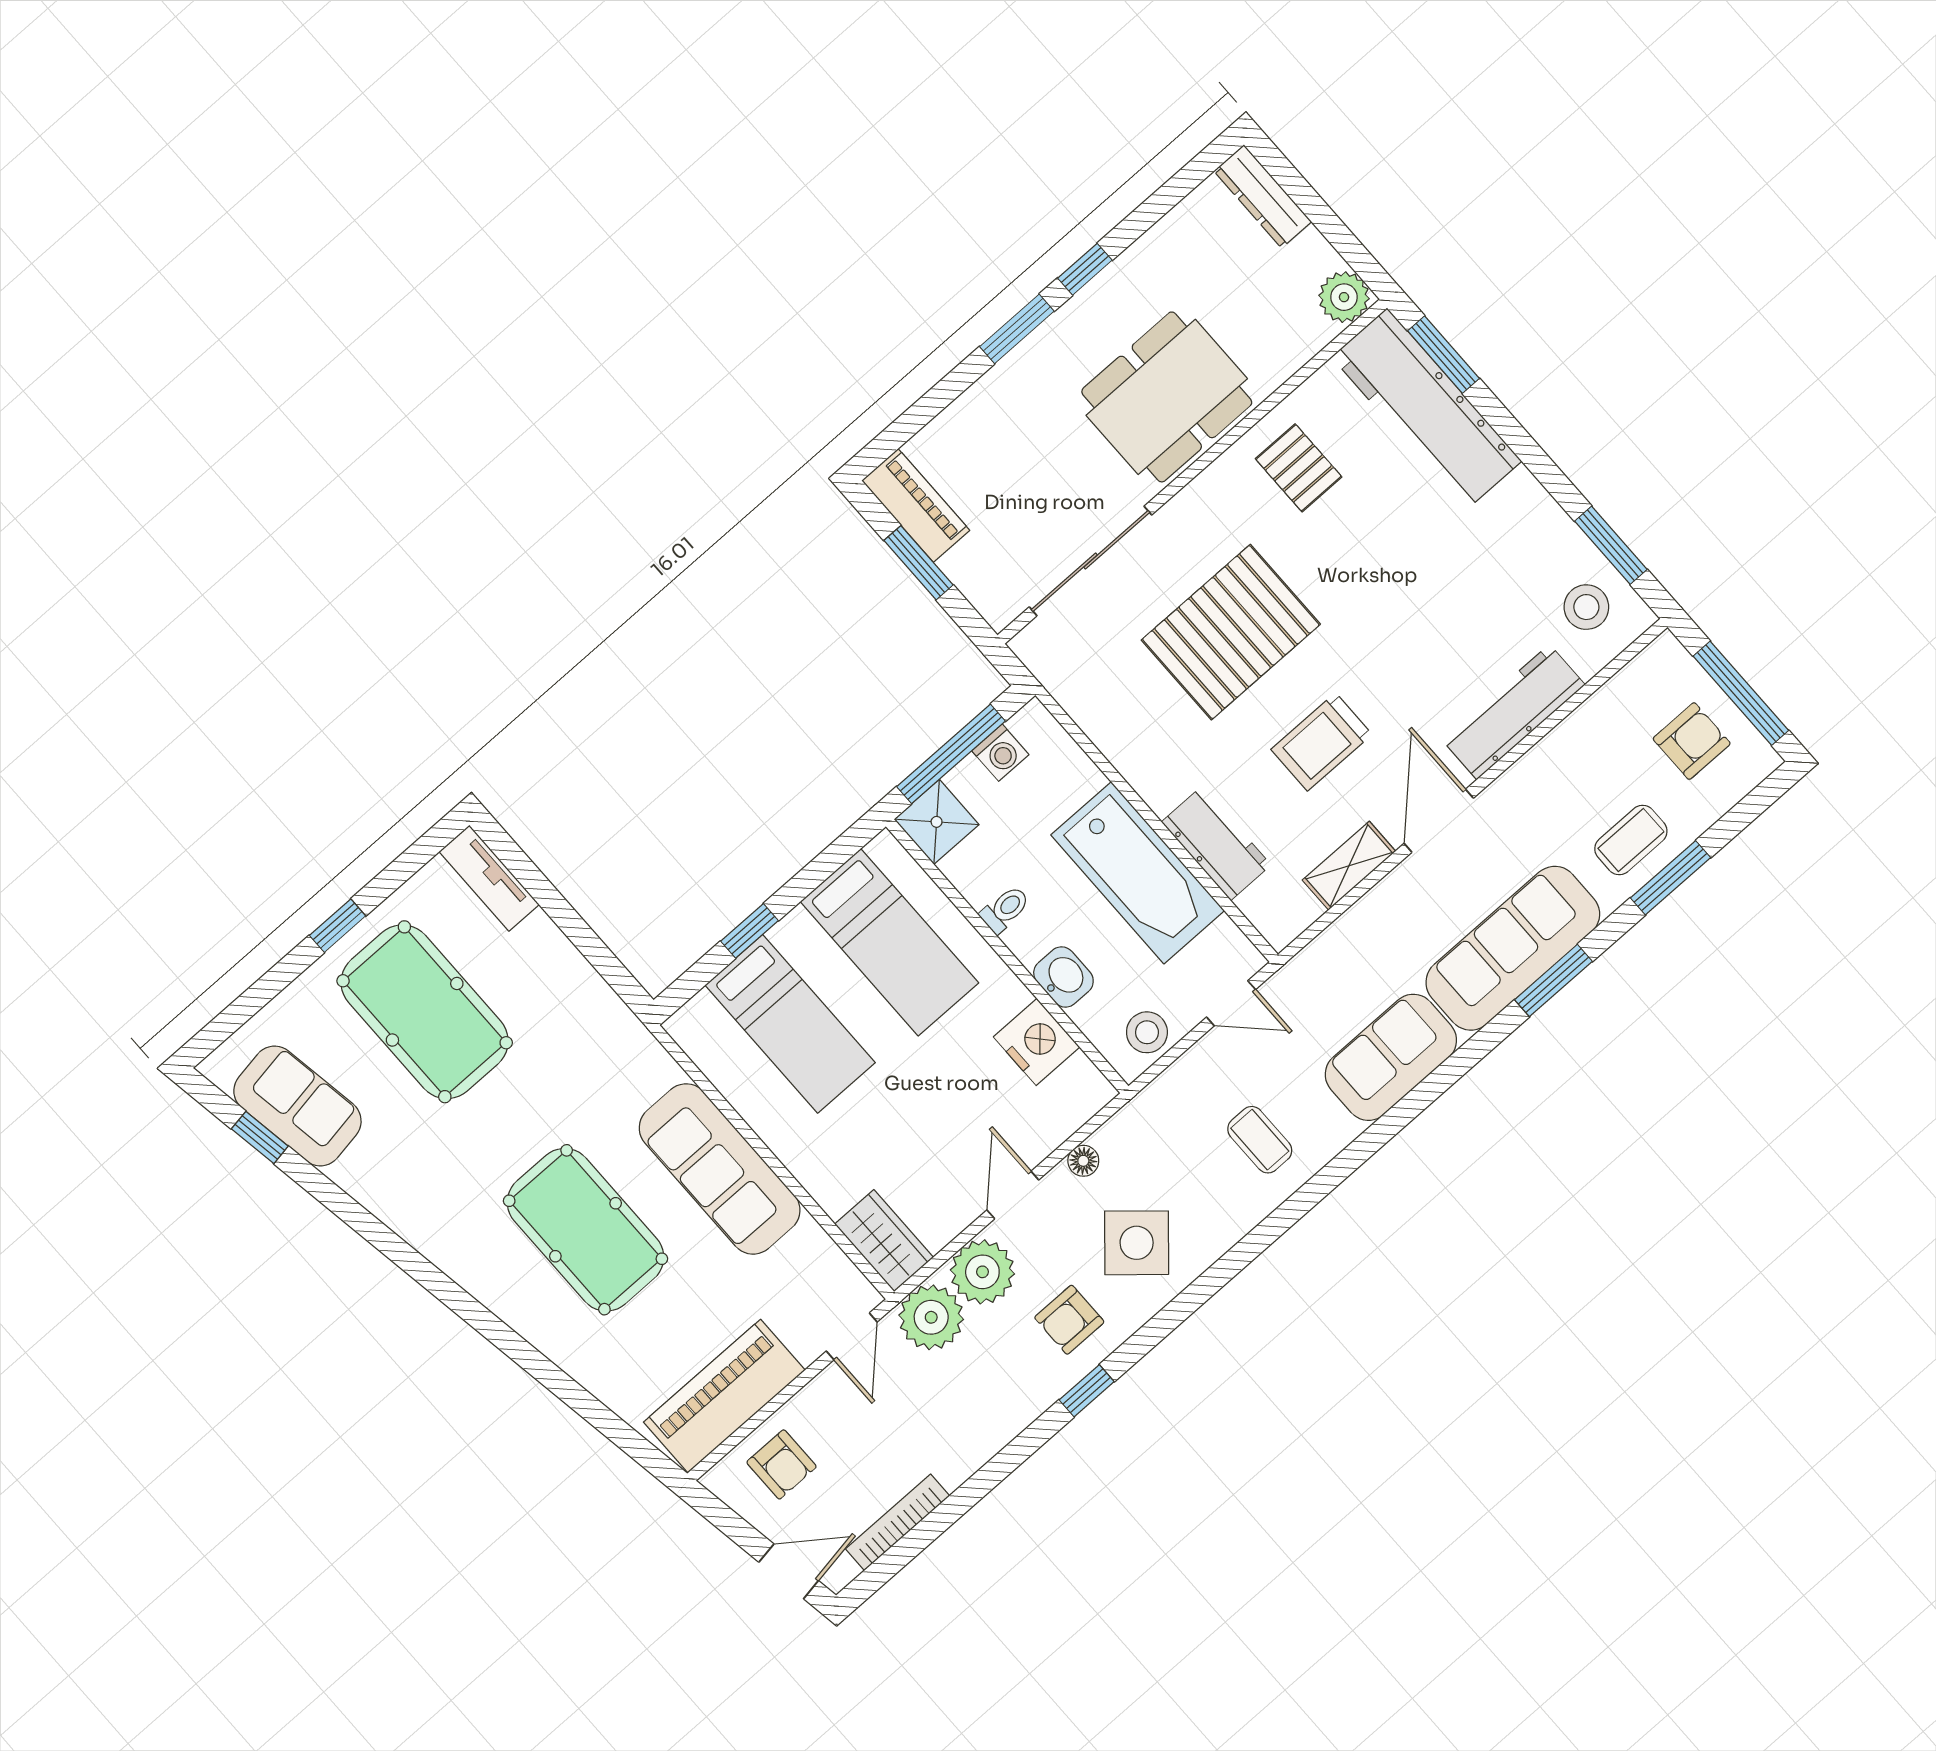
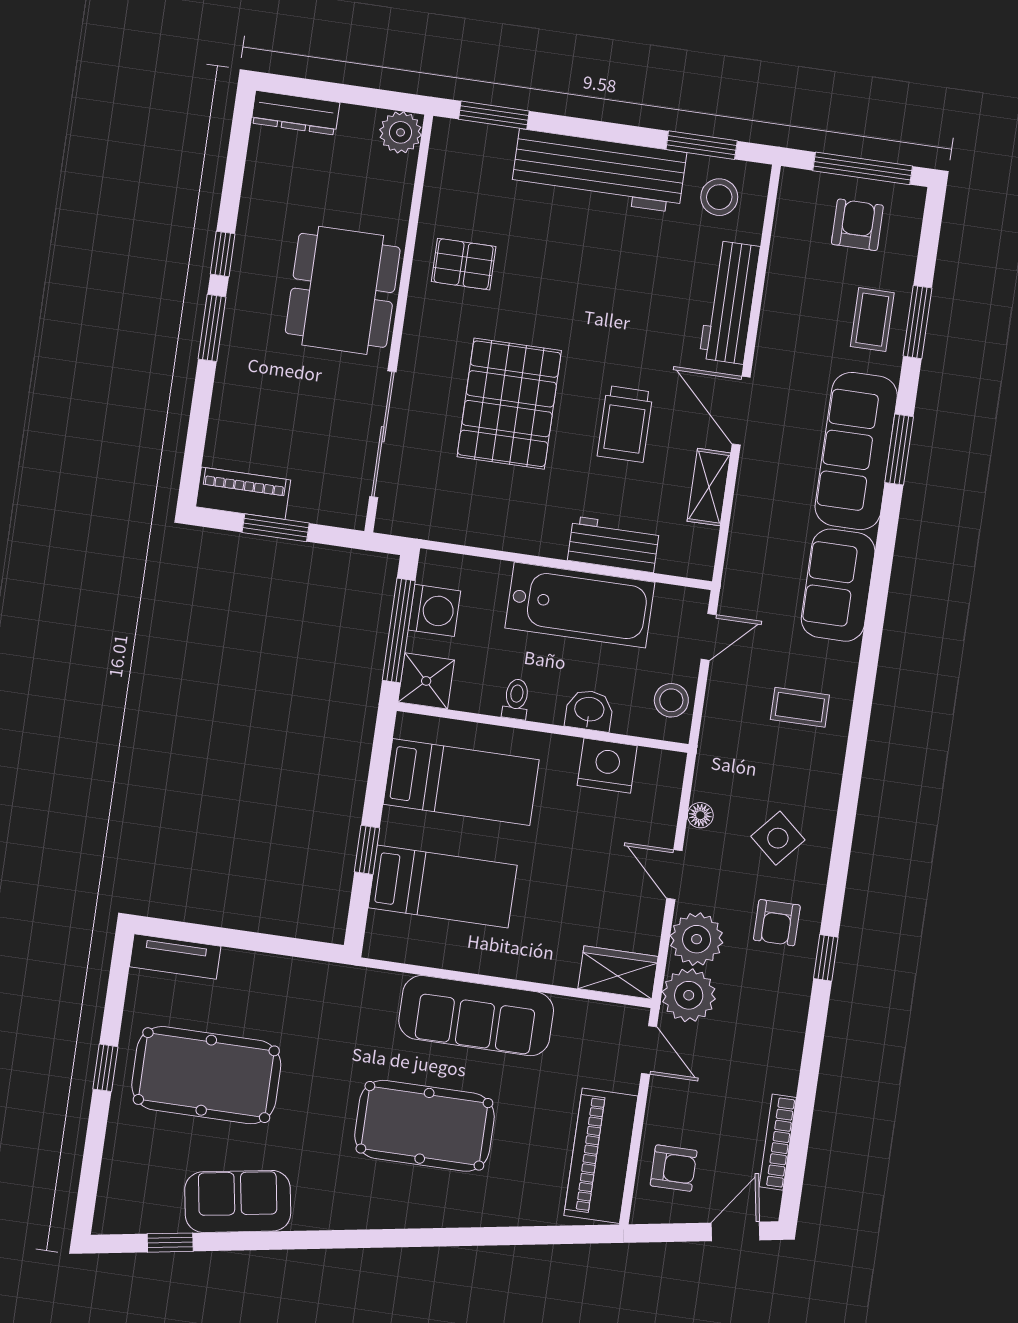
workbench: (1427, 409) -> (599, 171), moved
washing machine: (1000, 753) -> (434, 610), width x1.38, depth x1.38
sofa: (297, 1106) -> (238, 1201), moved
side table: (1137, 1243) -> (778, 838), width x0.73, depth x0.73

